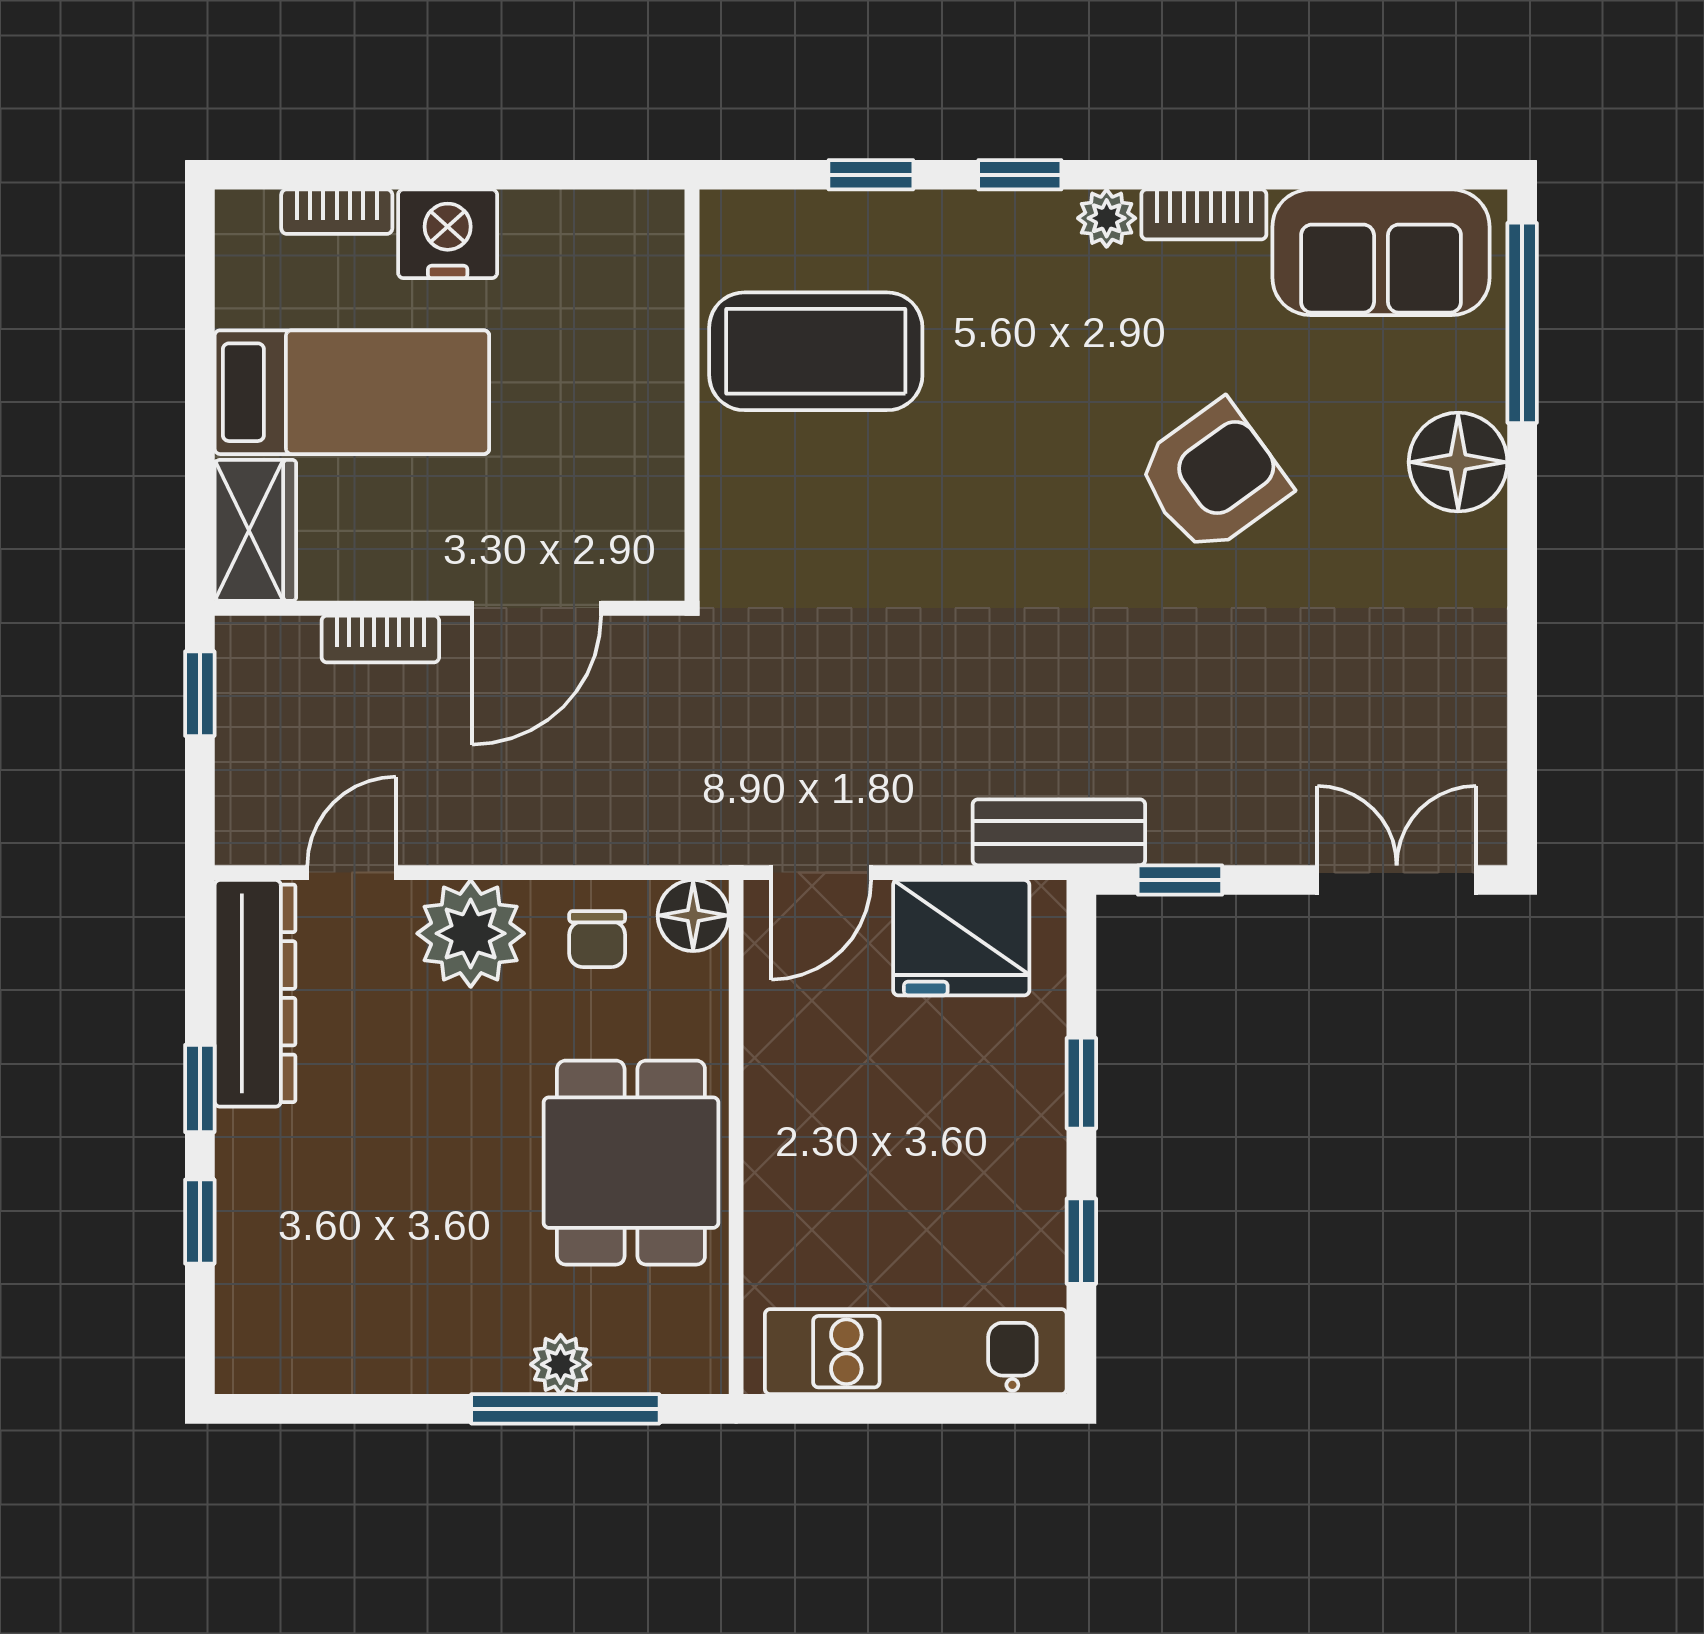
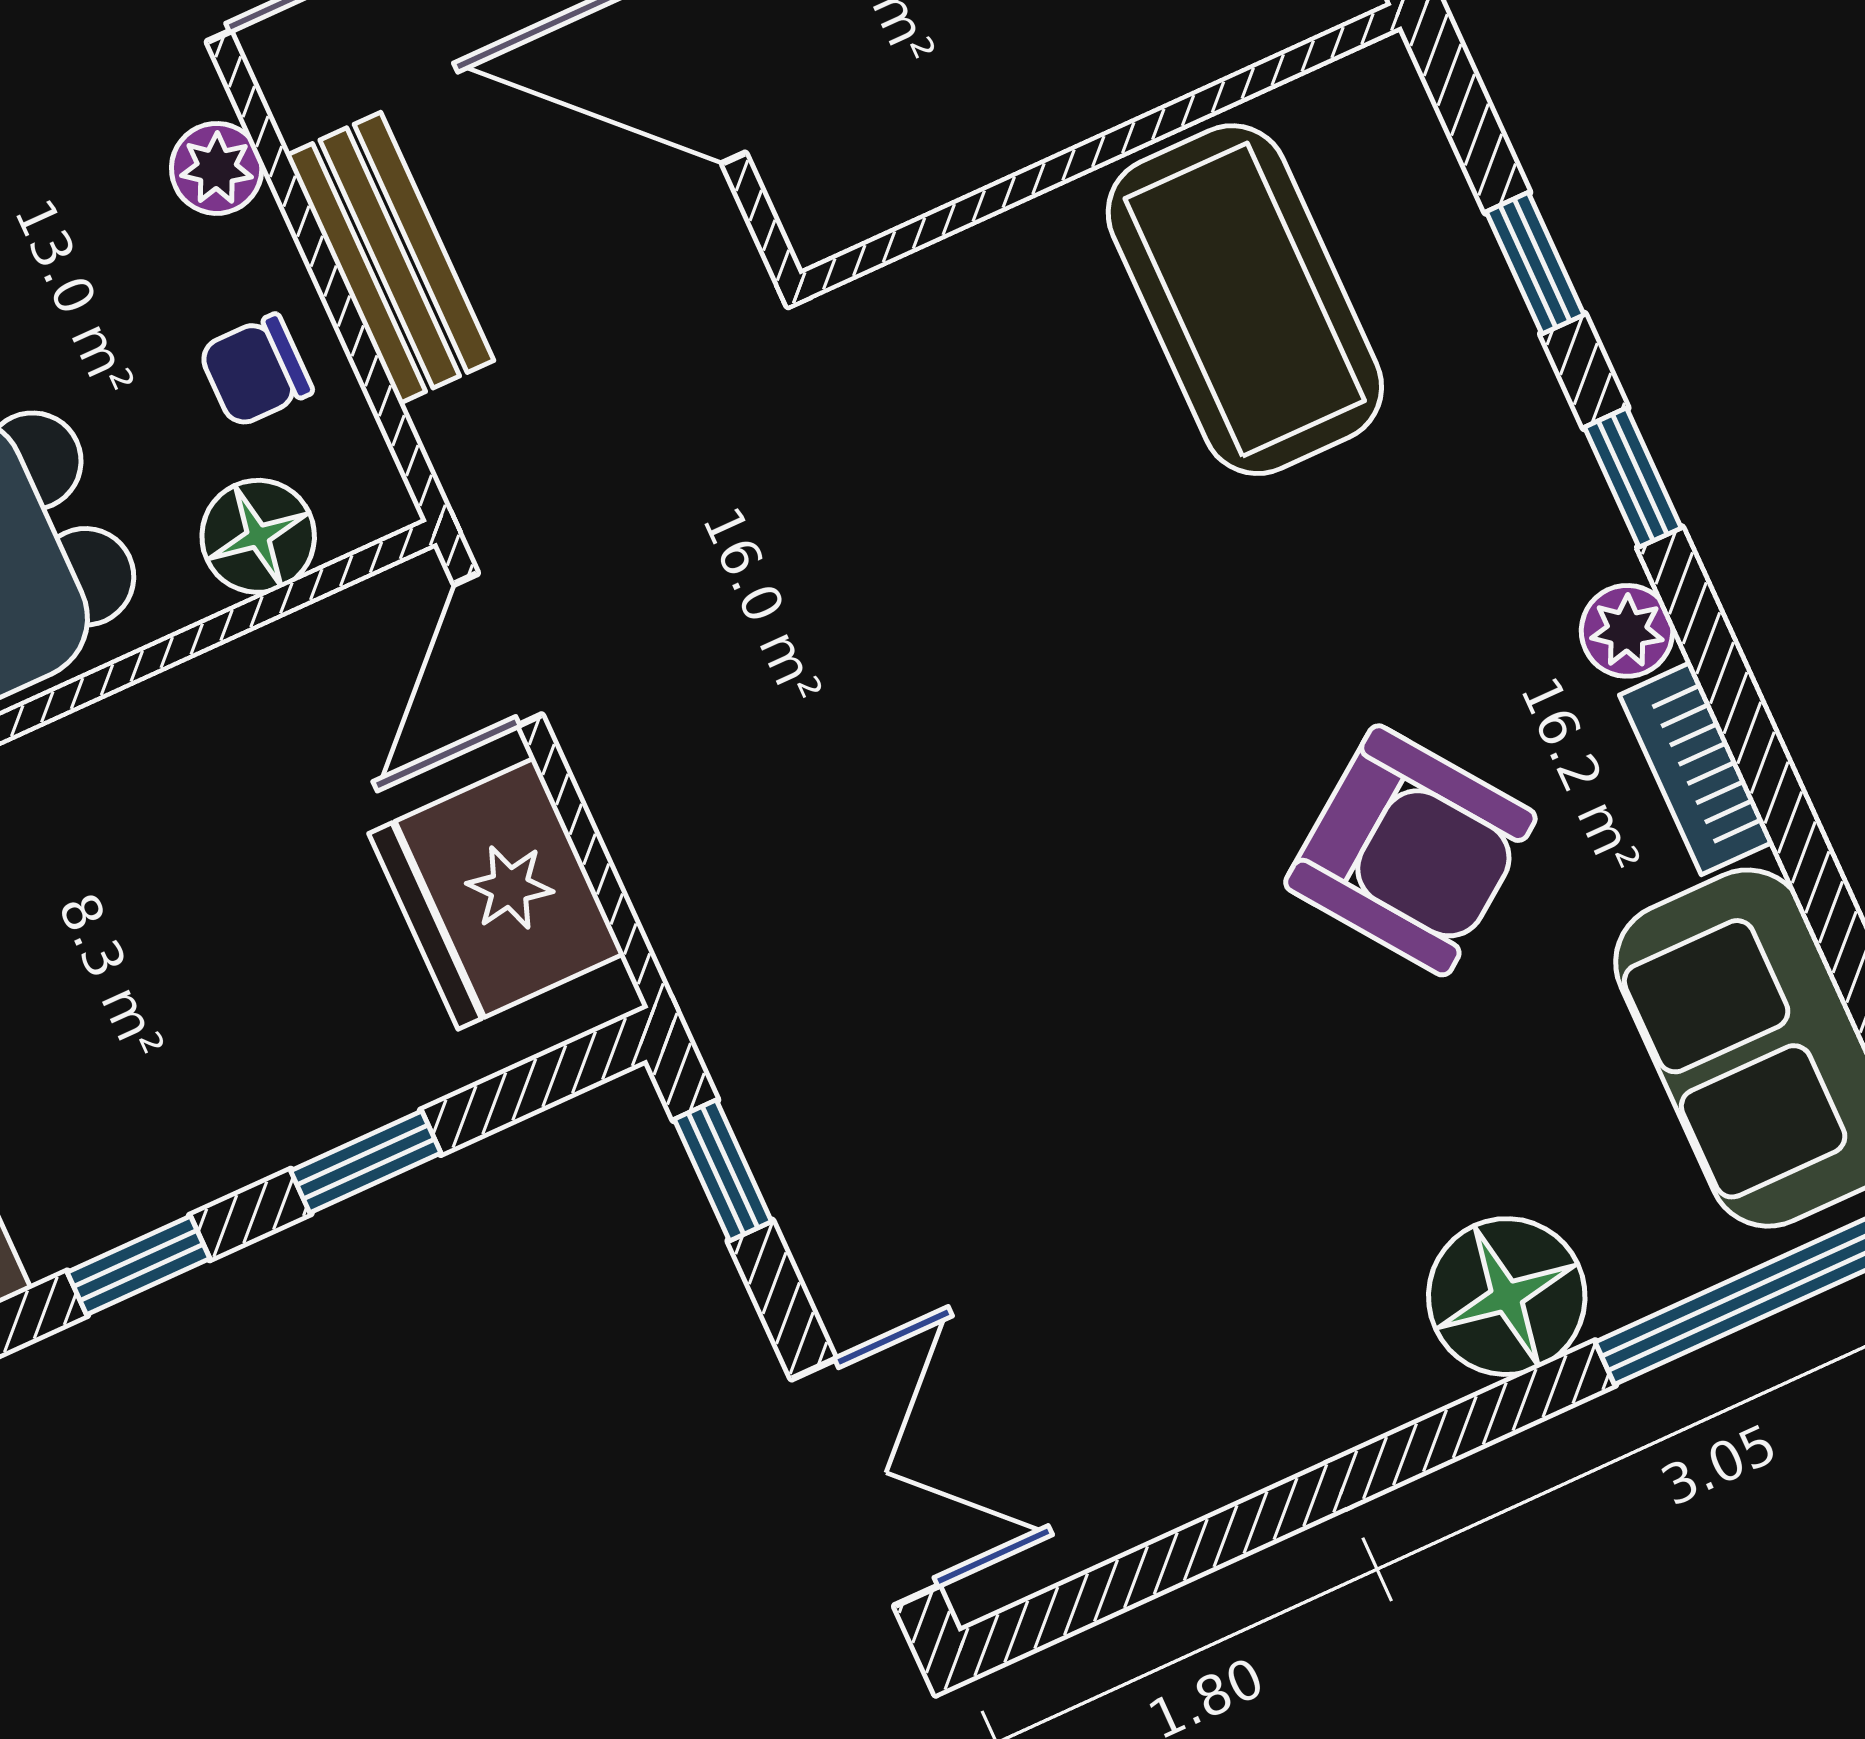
armchair: (1213, 477) -> (1410, 850), moved
bench: (1059, 832) -> (390, 258), moved
door: (821, 873) -> (498, 649), hinge flipped
floor lamp: (693, 915) -> (258, 536), moved
plant: (471, 933) -> (217, 168), width x0.53, depth x0.53

